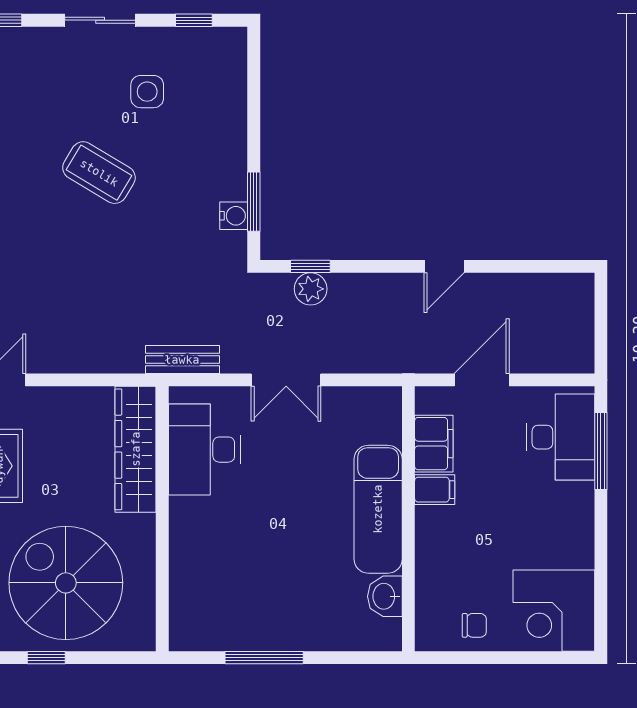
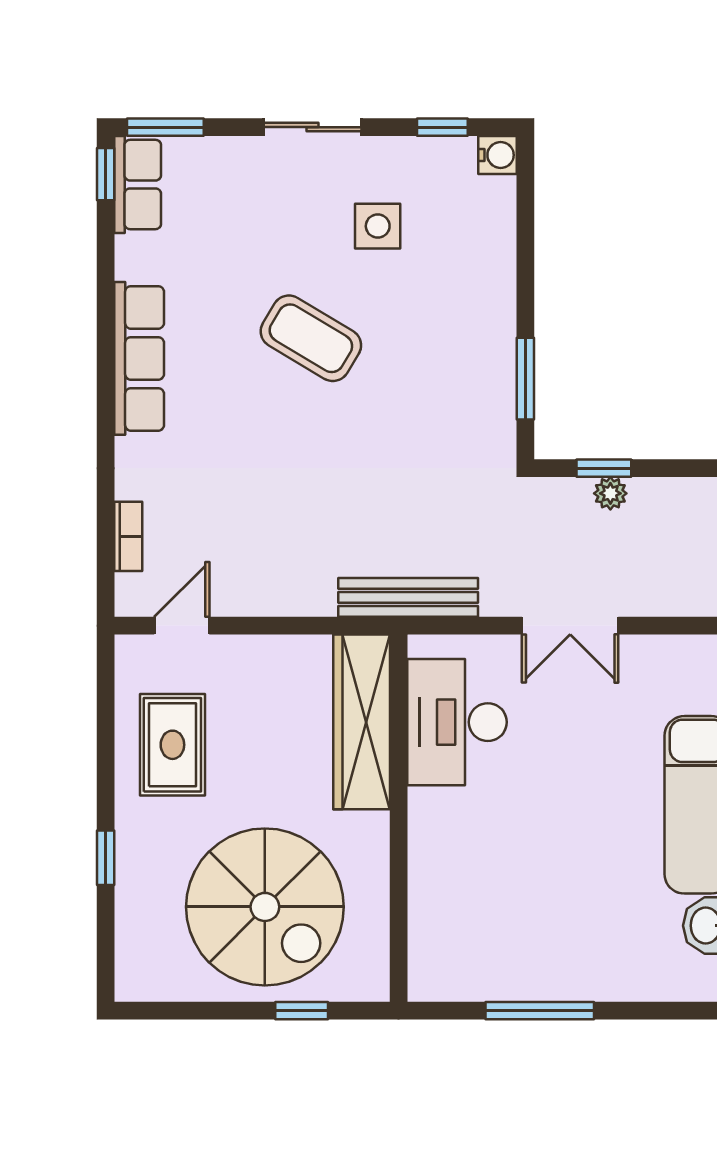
water cooler: (234, 216) -> (498, 155), moved
plant: (311, 289) -> (610, 493), width x0.73, depth x0.73
bench: (182, 360) -> (408, 597), width x1.36
spiral stairs: (66, 583) -> (265, 907), turned 180
window: (46, 658) -> (302, 1011), moved

